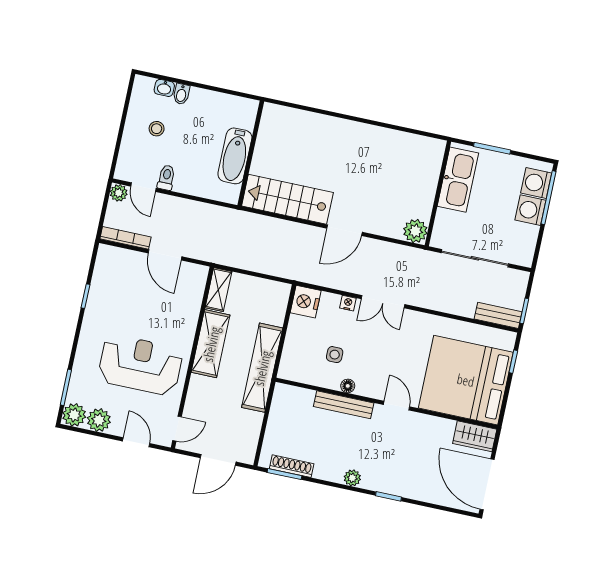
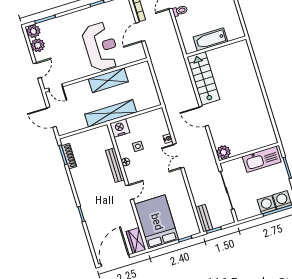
shelving: (218, 290) -> (138, 69), removed
nightstand: (306, 302) -> (120, 128), moved
reception desk: (140, 365) -> (101, 47), moved
bed: (466, 380) -> (157, 222), width x0.73
plant: (352, 478) -> (80, 190), removed

